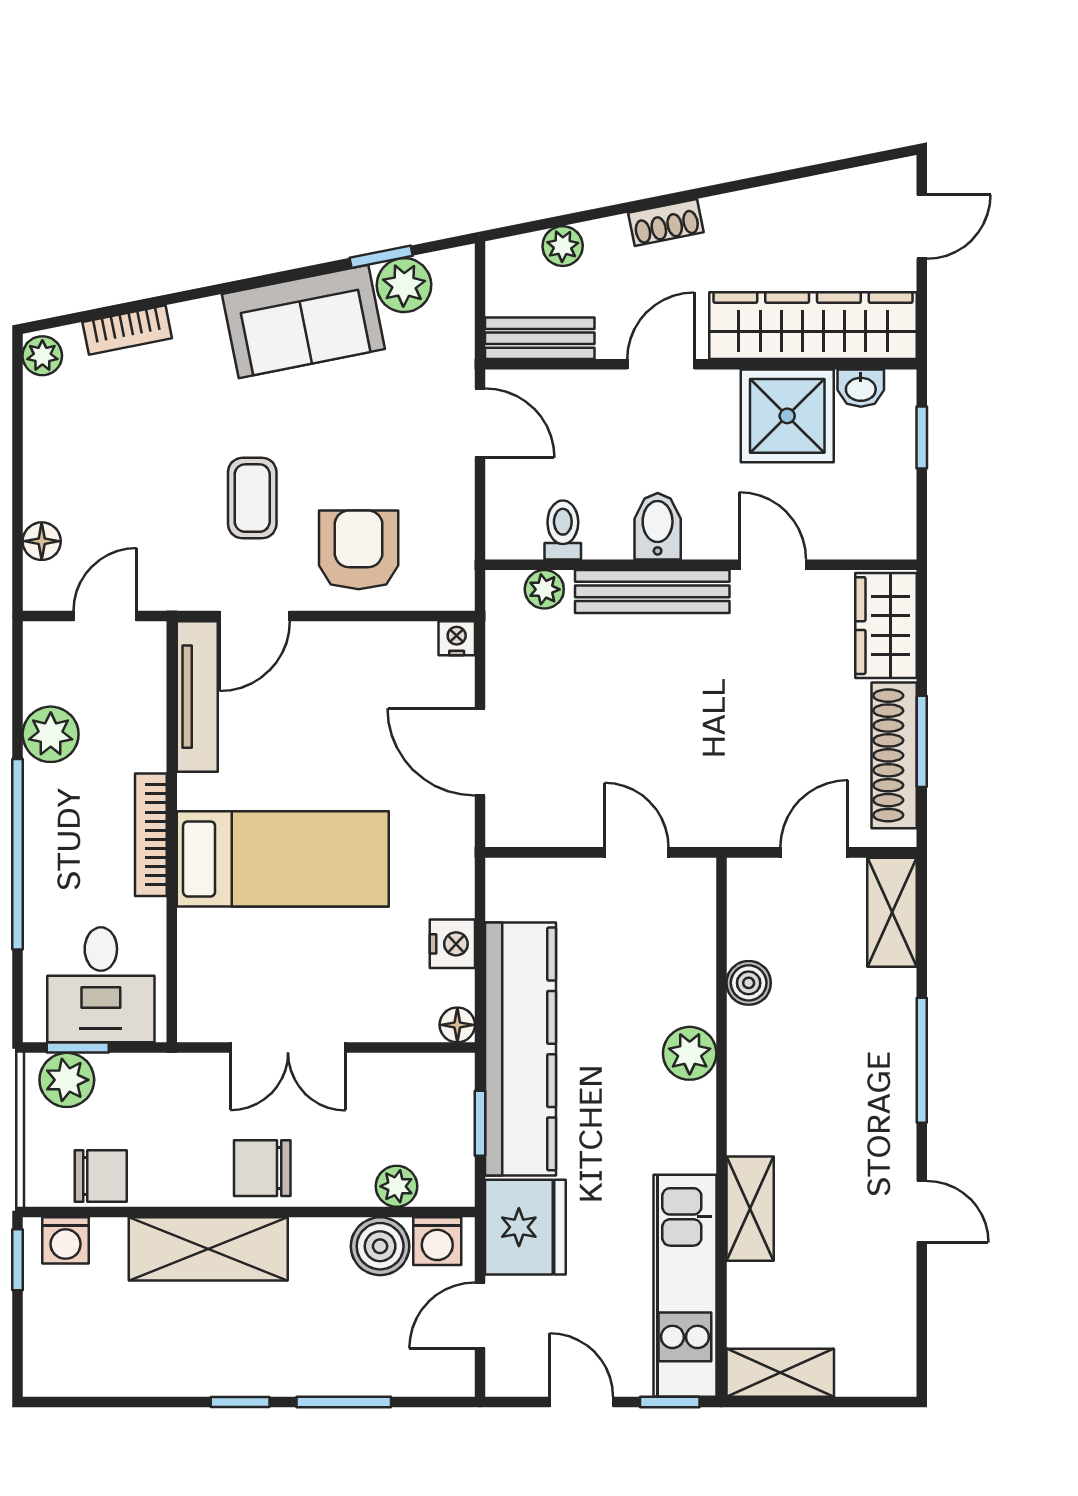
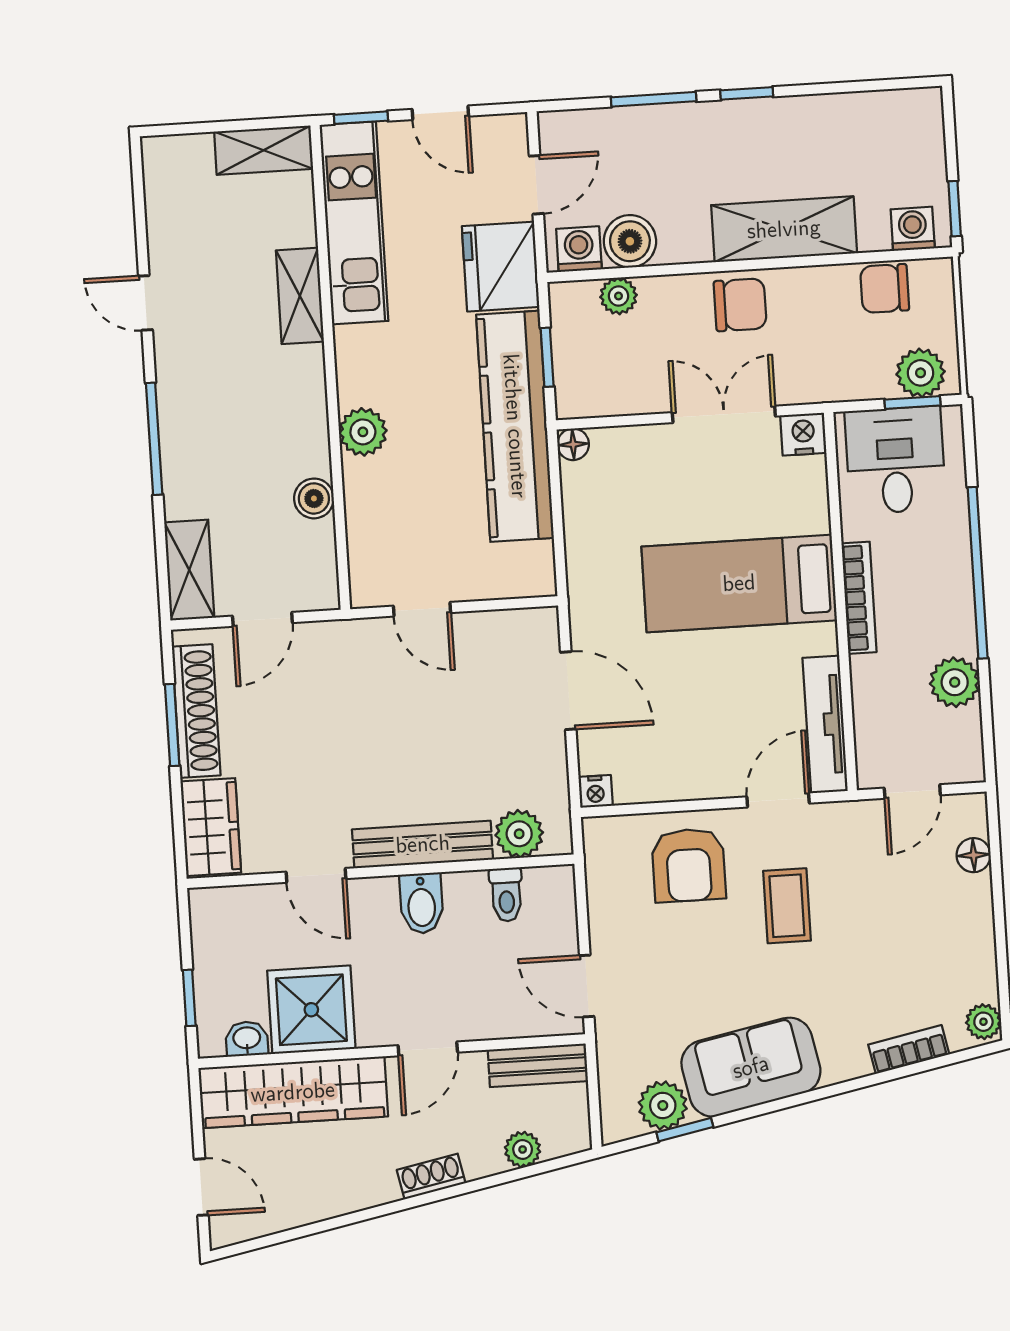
door: (922, 227) -> (201, 1187), swing flipped
plant: (544, 589) -> (519, 834), width x1.38, depth x1.38
nightstand: (452, 944) -> (803, 434), moved, turned 90

